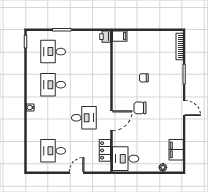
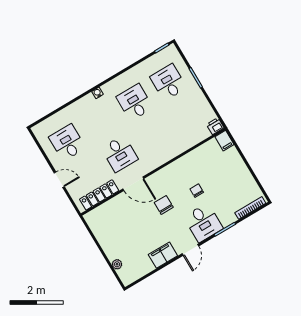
locker: (105, 150) -> (99, 195), width x1.53
filing cabinet: (176, 150) -> (163, 255), moved
desk: (126, 159) -> (203, 223), moved, turned 180

